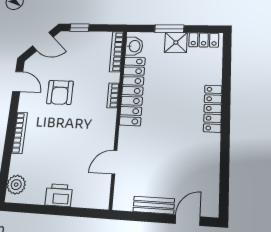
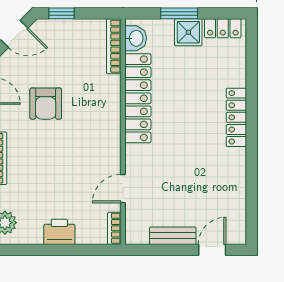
bookcase: (113, 95) -> (114, 228), moved

